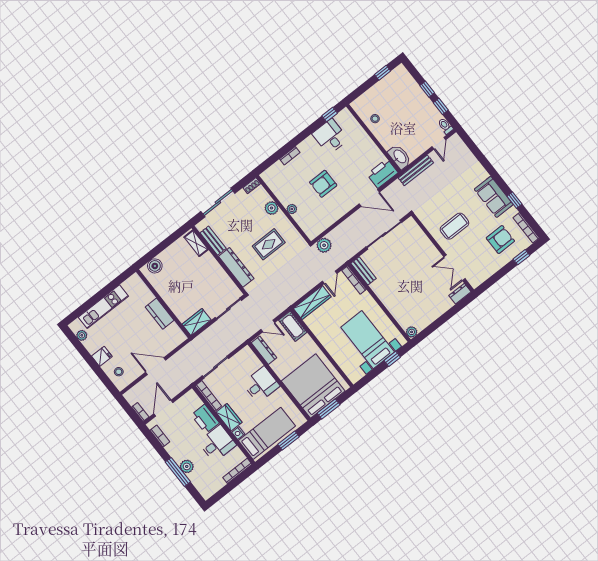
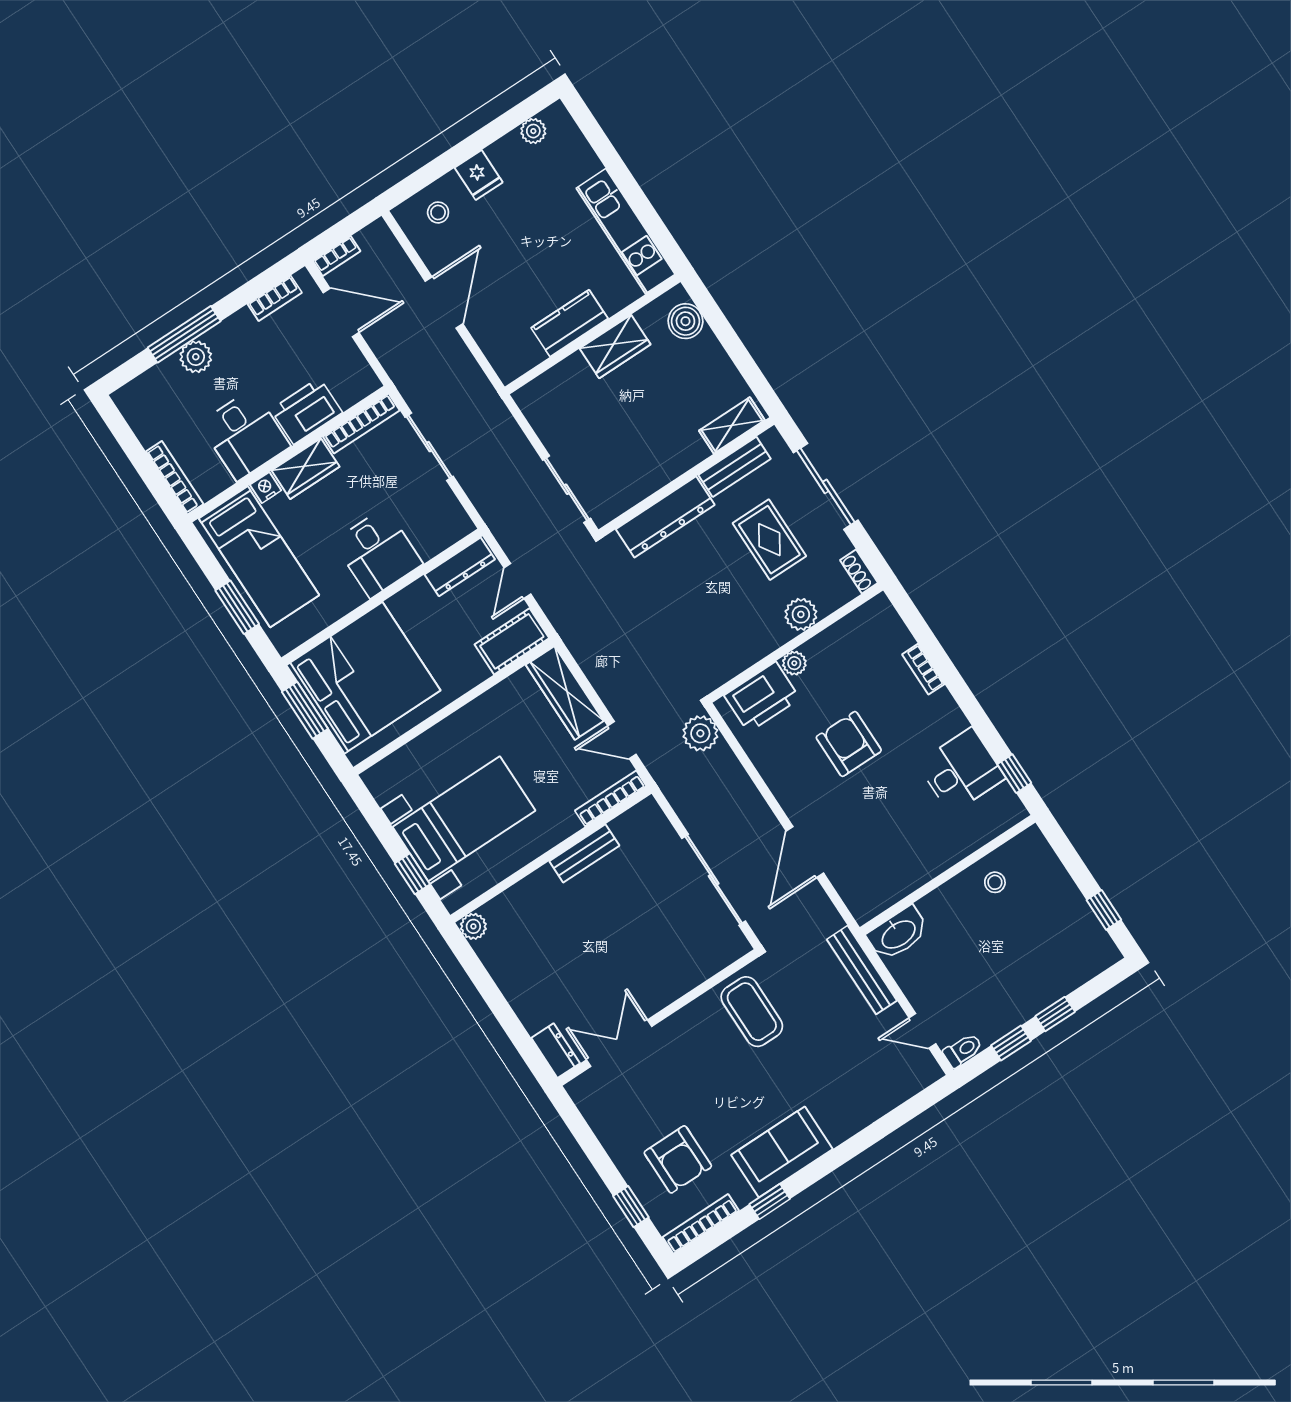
printer: (382, 173) -> (762, 697), moved, turned 90
coffee table: (454, 226) -> (752, 1012), moved
rug: (269, 244) -> (769, 540), moved
bench: (363, 271) -> (584, 853), moved
kitchen unit: (103, 307) -> (626, 231), moved
wardrobe: (197, 322) -> (615, 346), moved, turned 90

